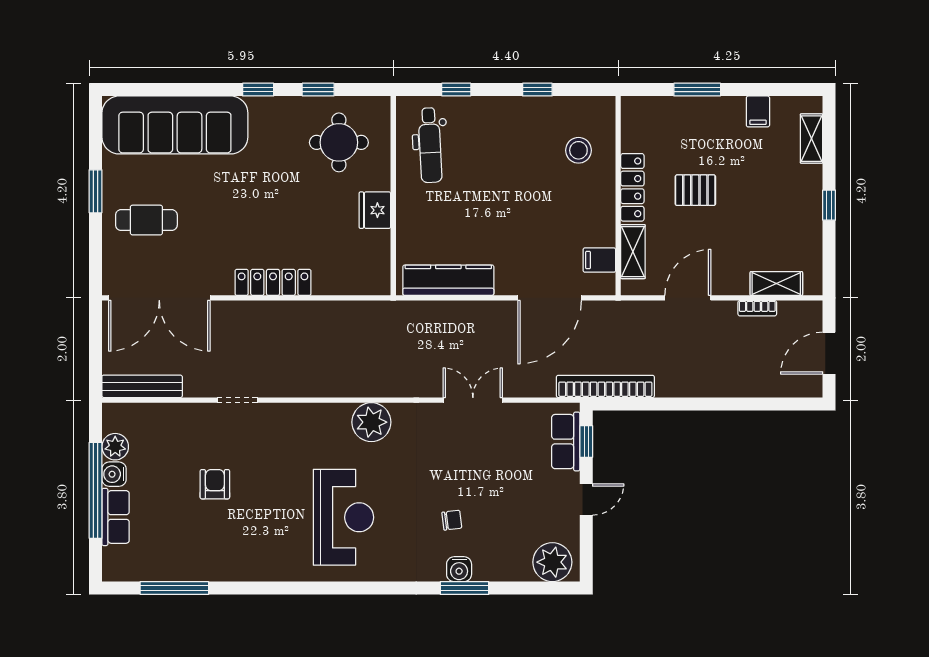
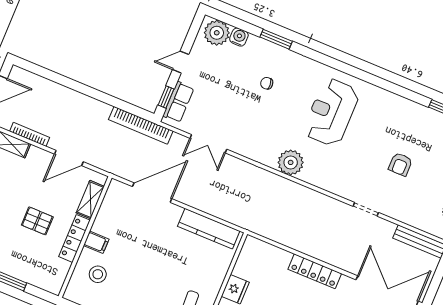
filing cabinet: (599, 260) -> (96, 242), moved
bookcase: (757, 308) -> (30, 134), width x1.56
double door: (473, 400) -> (208, 144), moved
water cooler: (459, 569) -> (239, 37), moved

